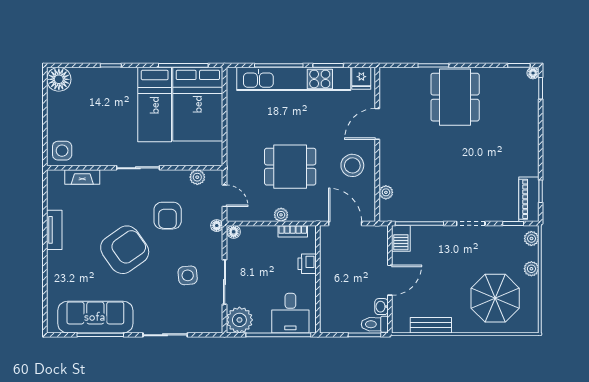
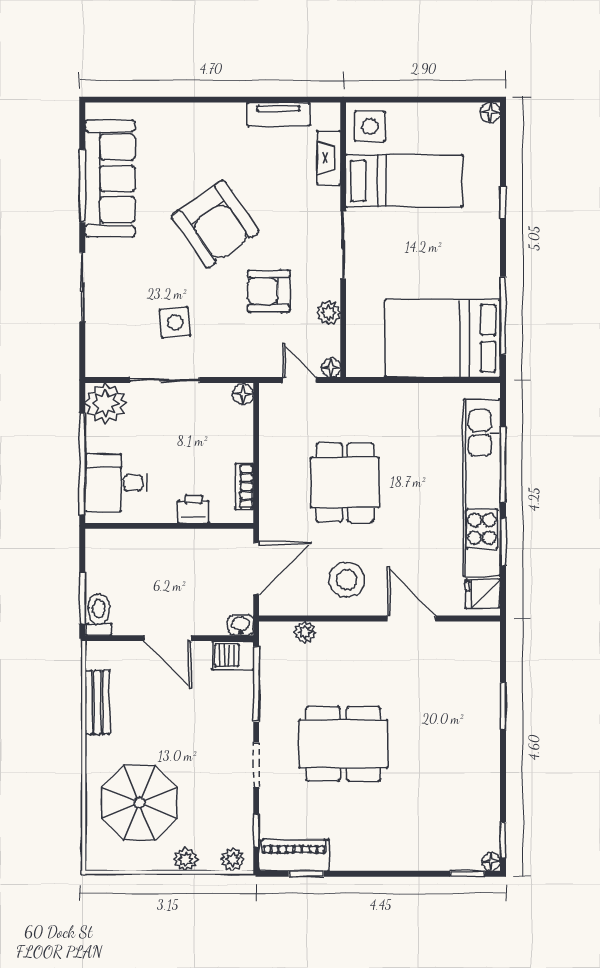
floor lamp: (59, 79) -> (490, 112), width x0.53, depth x0.53
dining table: (455, 97) -> (343, 744), moved
bed: (155, 105) -> (404, 181), moved, turned 180
plant: (197, 177) -> (328, 313), moved
door: (225, 196) -> (299, 380), swing flipped
plant: (281, 215) -> (270, 468), removed
floor lamp: (217, 226) -> (331, 368), moved
tv unit: (54, 230) -> (278, 114), moved
washbasin: (381, 307) -> (241, 625), moved

